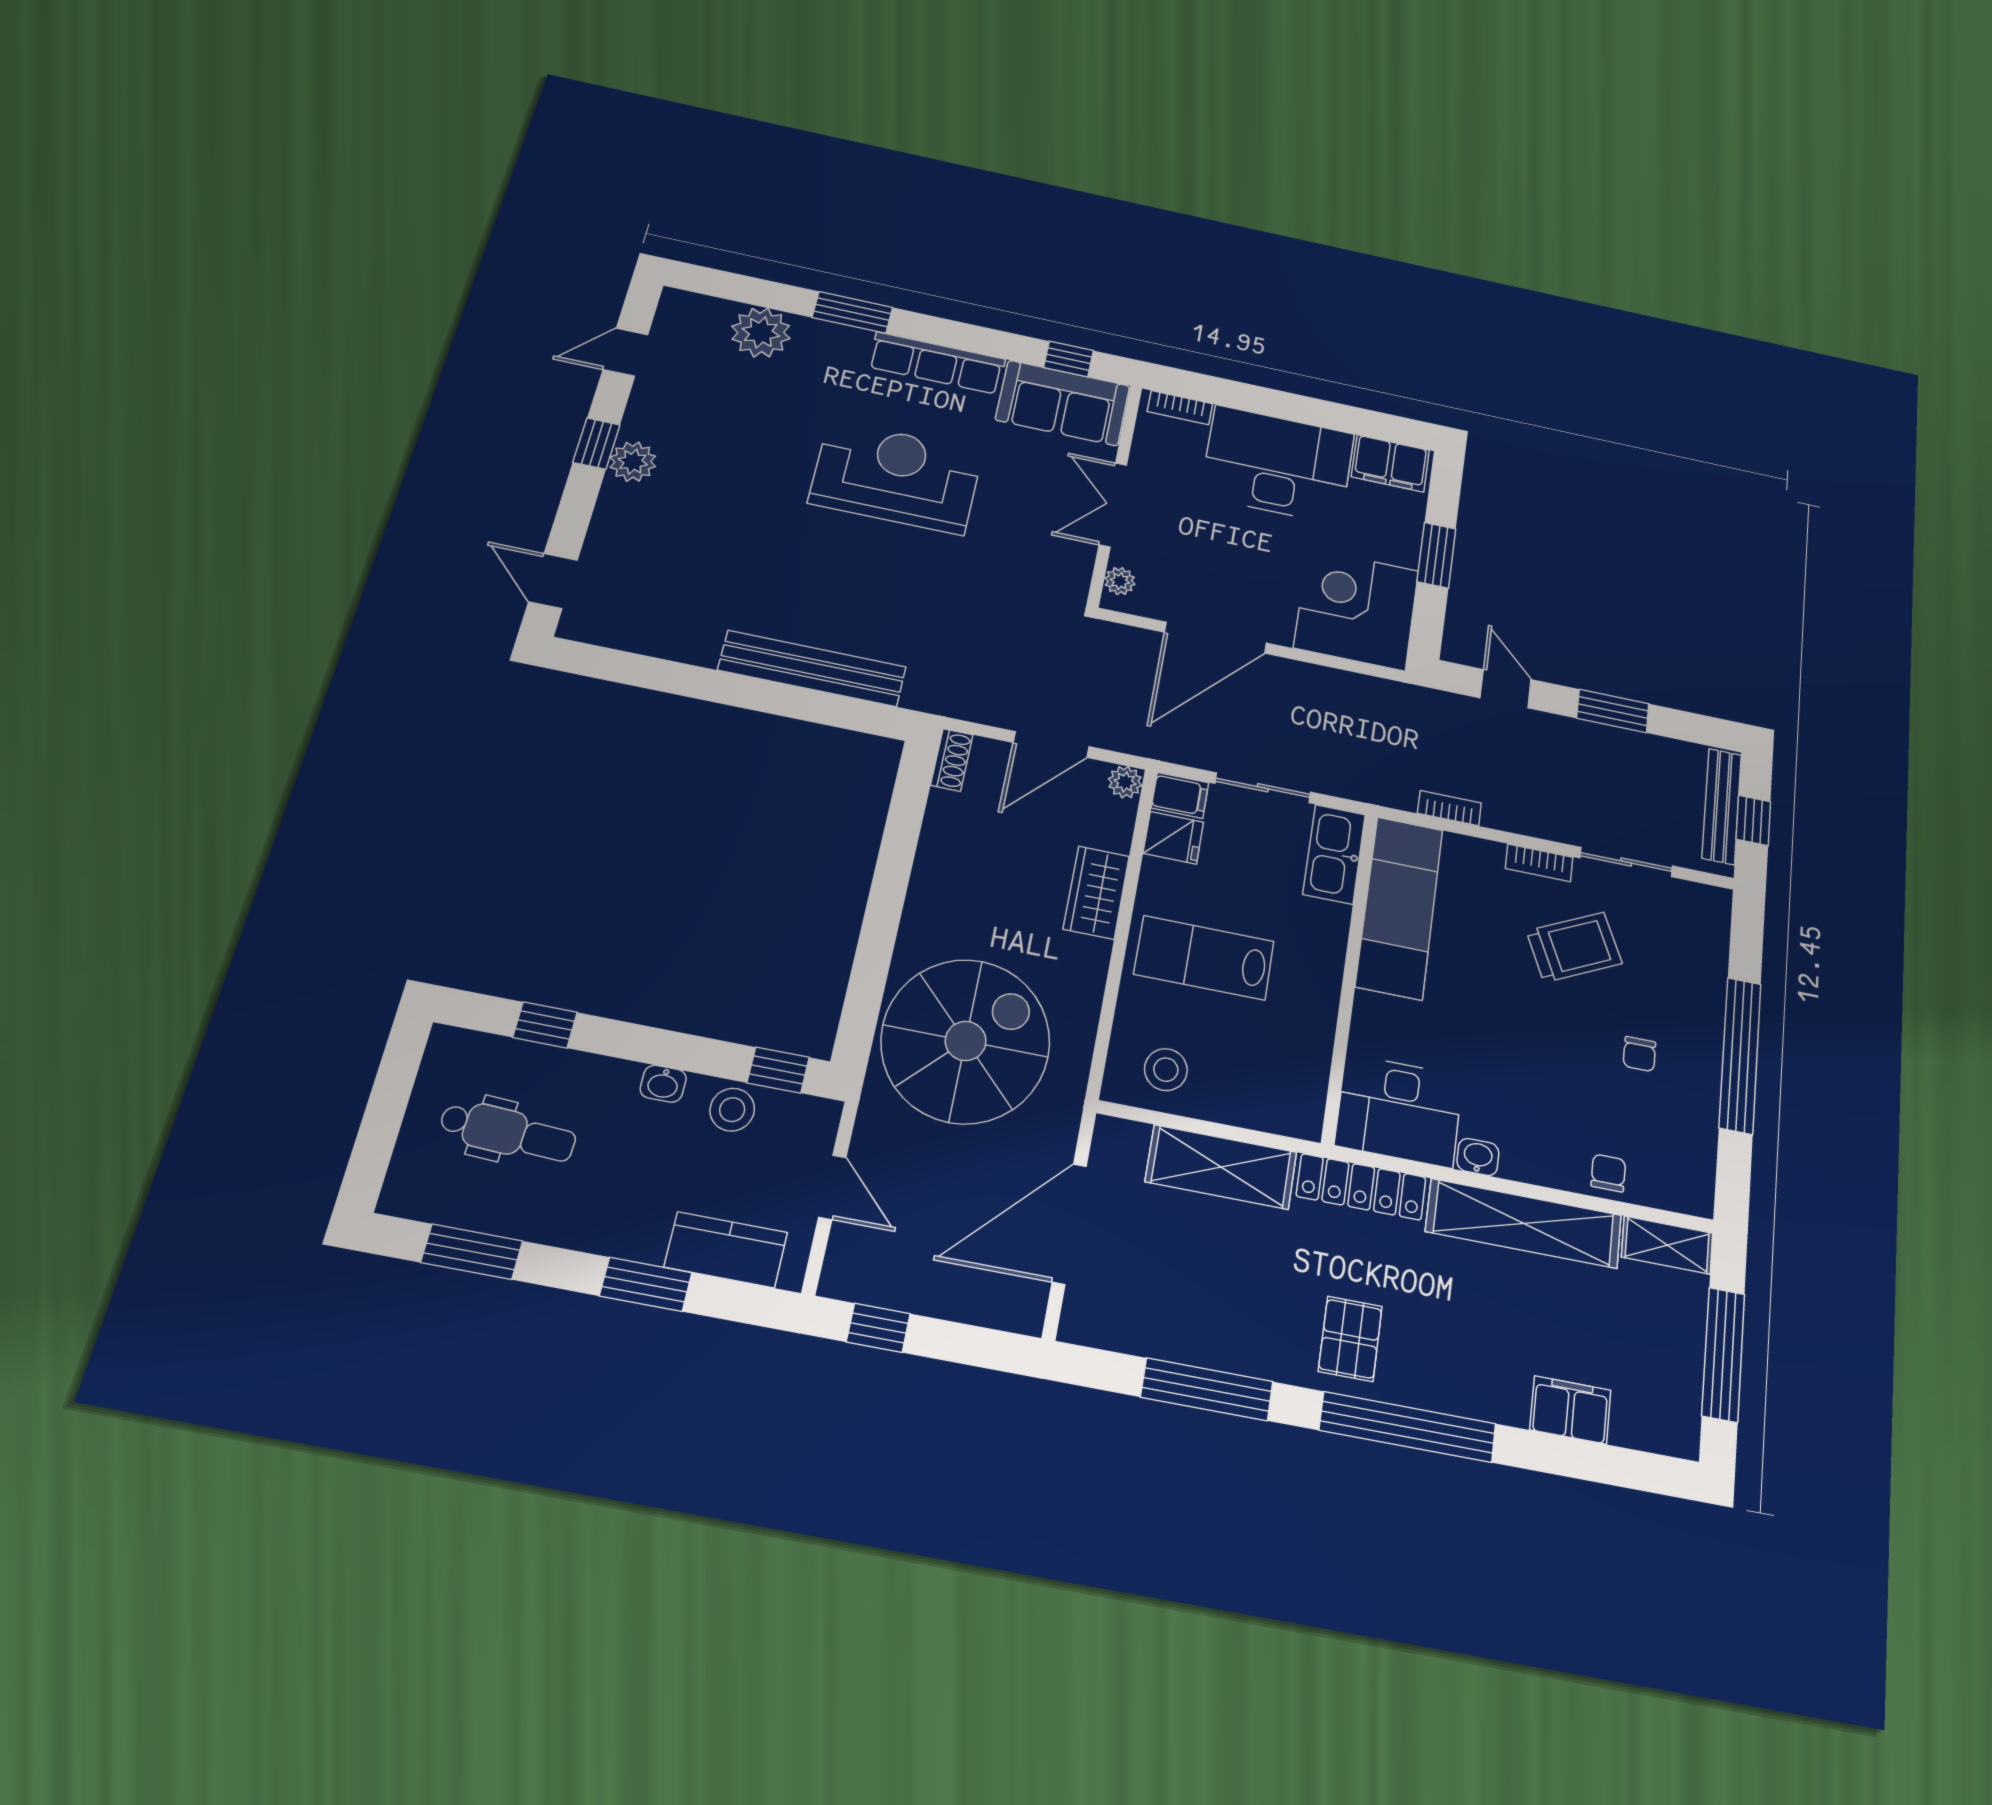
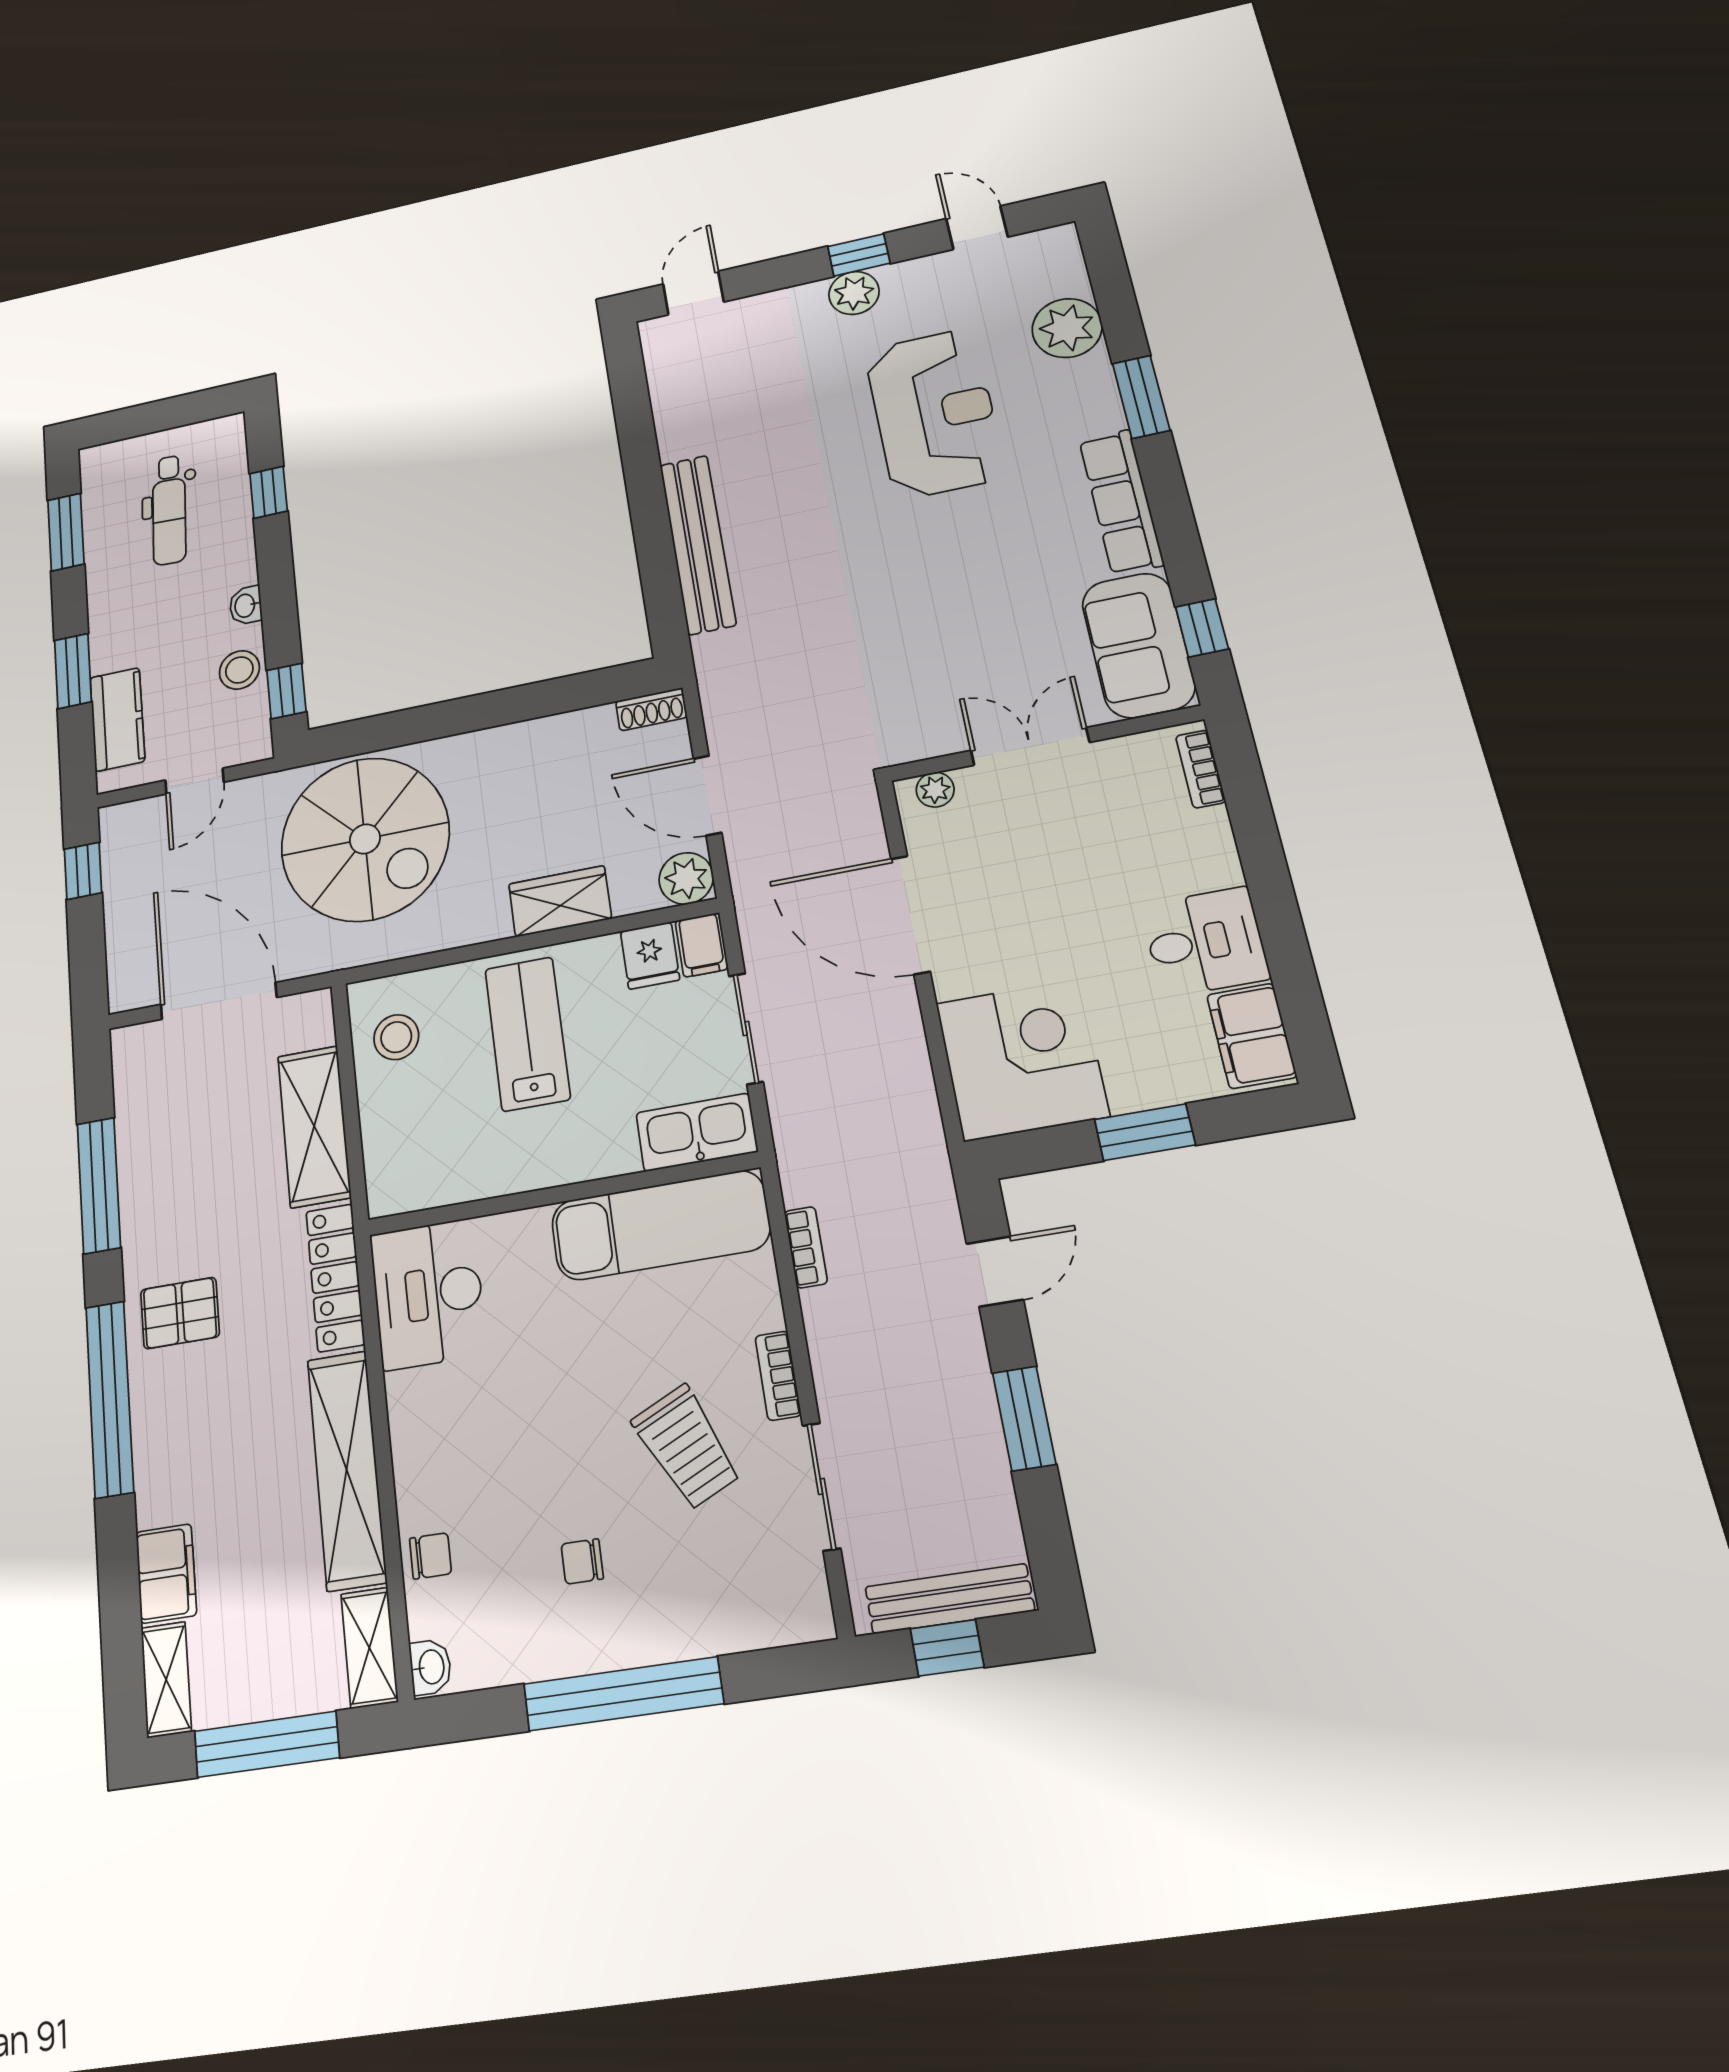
desk: (1278, 465) -> (1205, 942), width x0.53, depth x0.77
reception desk: (896, 477) -> (935, 413), moved
plant: (1125, 782) -> (686, 878), width x1.38, depth x1.38
washbasin: (1478, 1157) -> (430, 1667), moved
shelving: (1656, 1432) -> (166, 1680), added

